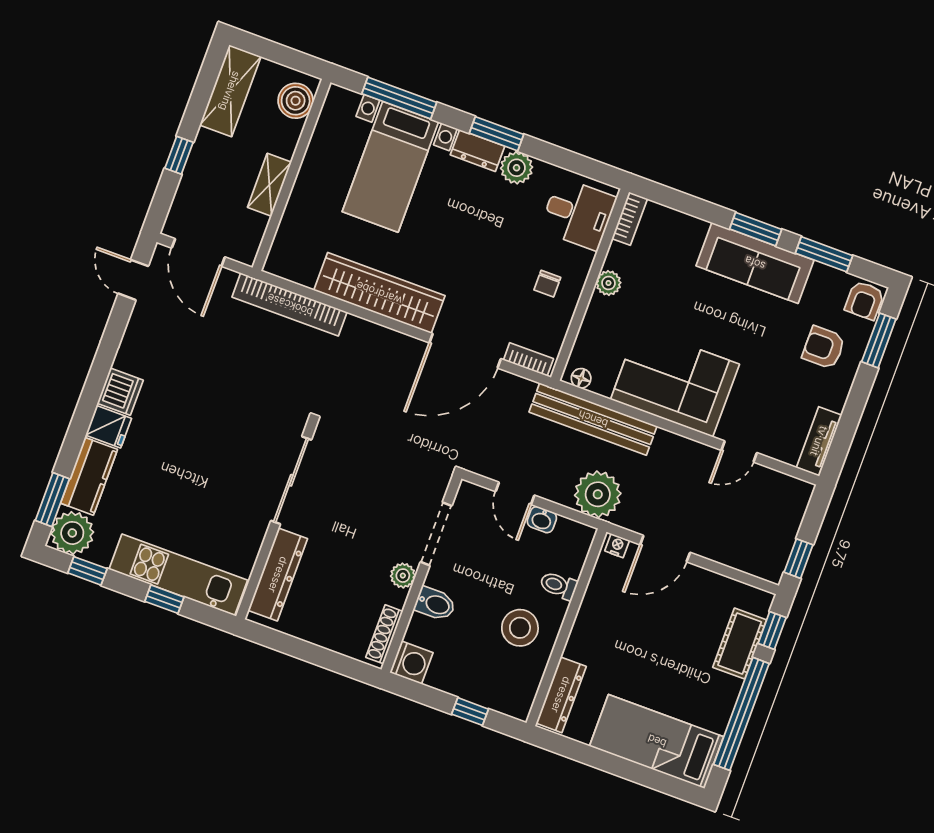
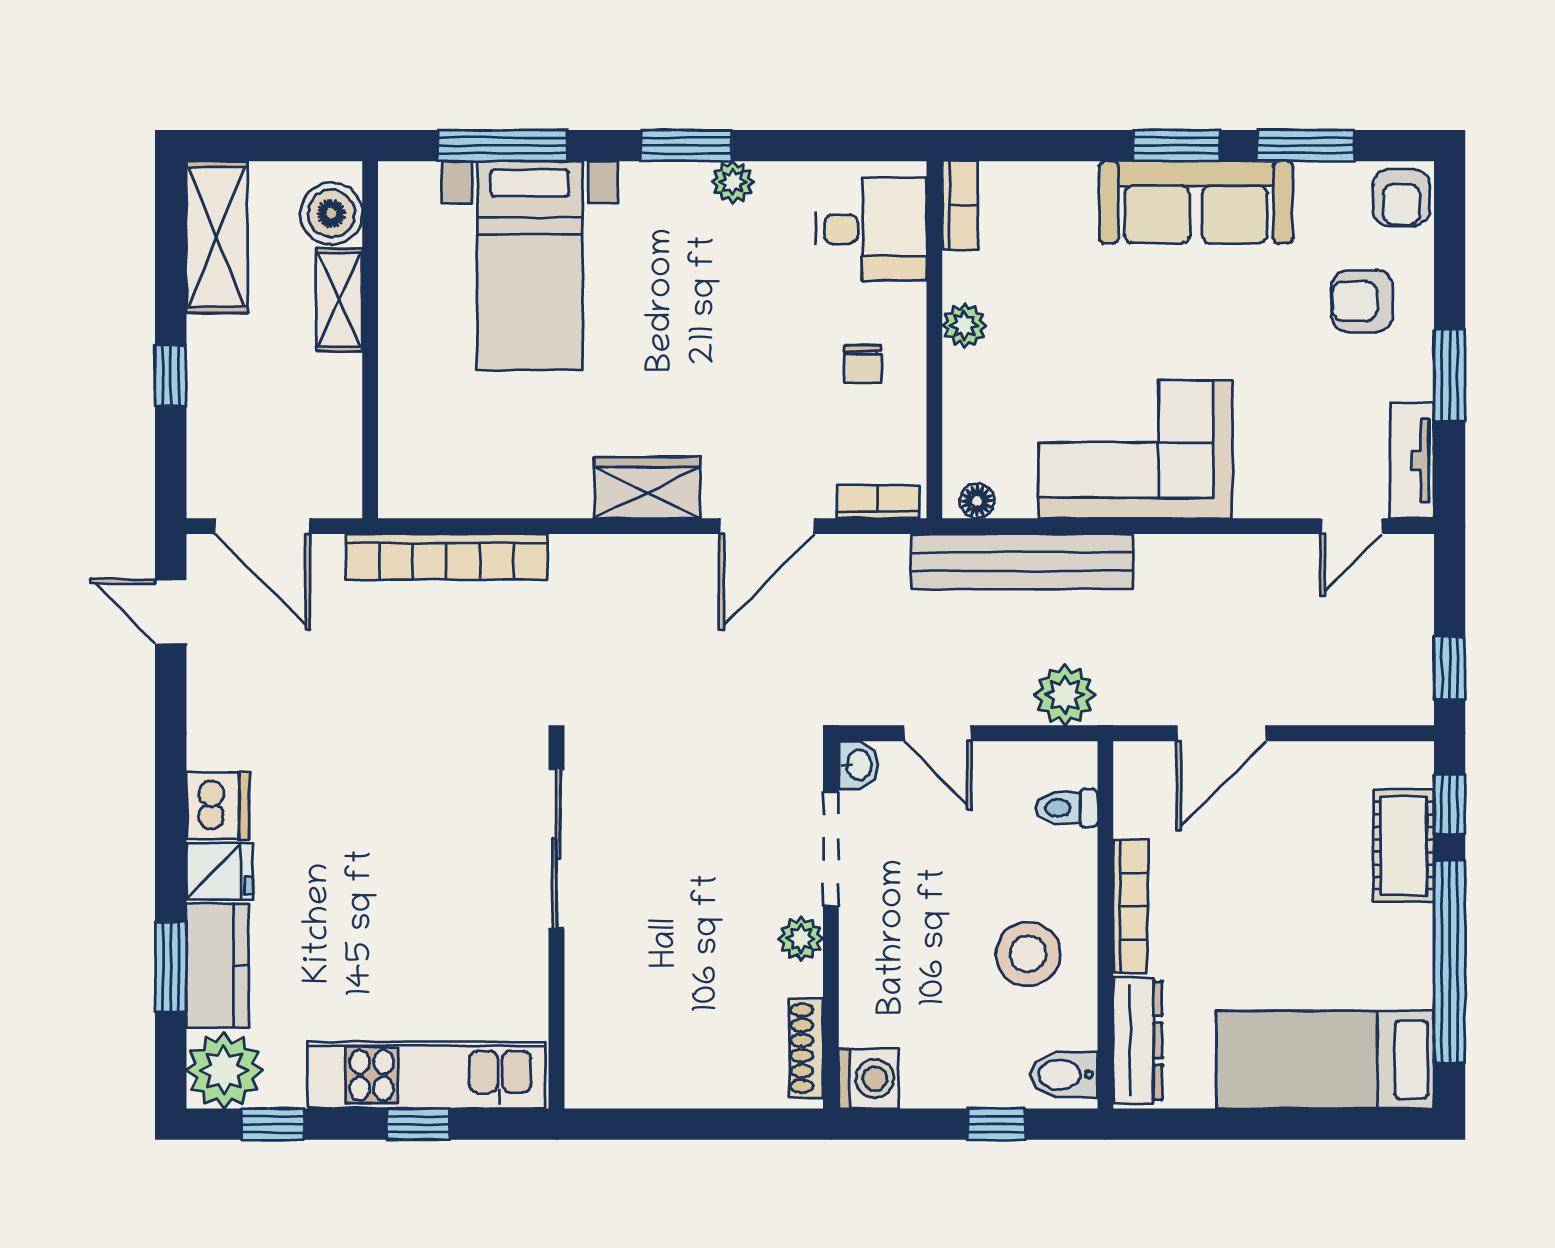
dresser: (478, 151) -> (665, 185), removed
plant: (517, 168) -> (733, 182), width x0.73, depth x0.73
shelving: (269, 185) -> (339, 300), moved
wardrobe: (379, 293) -> (647, 488), width x0.48, depth x0.85
window: (879, 340) -> (1450, 375), moved
door: (465, 351) -> (767, 526), width x0.73
door: (739, 452) -> (1352, 526), moved
plant: (598, 494) -> (1065, 695), width x0.73, depth x0.73
window: (52, 500) -> (171, 967), moved
washbasin: (542, 520) -> (858, 765), moved, turned -90
nightstand: (617, 546) -> (1140, 758), removed
dresser: (278, 575) -> (592, 1014), removed
toilet: (559, 586) -> (1066, 808), moved
bidet: (435, 604) -> (1064, 1075), moved, turned 180
bookcase: (583, 622) -> (1130, 906), added

